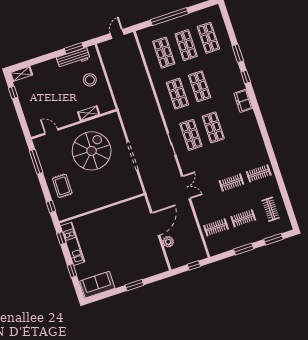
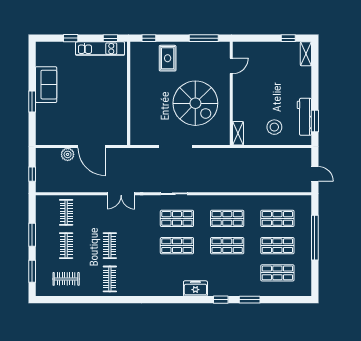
shelving: (89, 113) -> (238, 133), moved
rug: (62, 186) -> (168, 58), turned 90
sofa: (97, 285) -> (46, 85), moved

